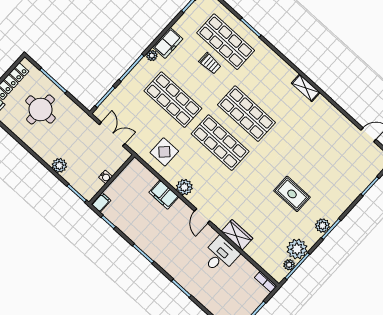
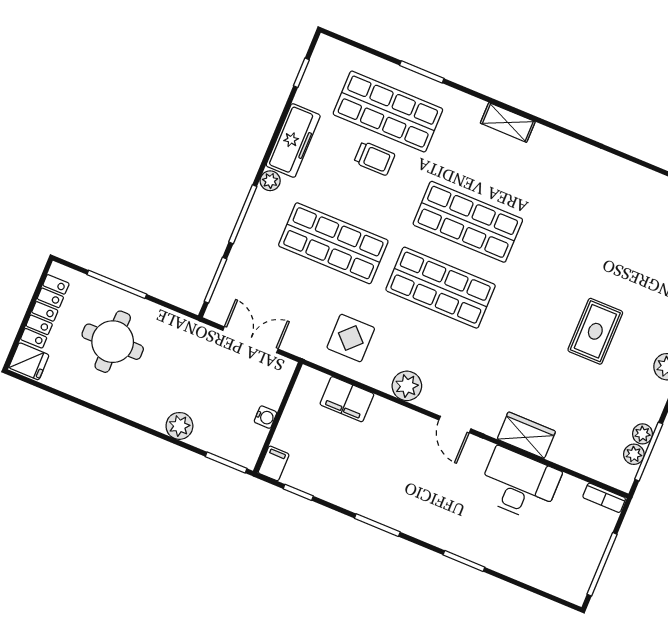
freezer: (168, 43) -> (293, 140), width x1.40
shelving: (306, 88) -> (508, 122), moved
rug: (292, 194) -> (595, 331), turned 90
filing cabinet: (164, 195) -> (347, 399), moved
plant: (297, 249) -> (643, 434), width x0.53, depth x0.53
desk: (220, 255) -> (519, 484), width x1.37

